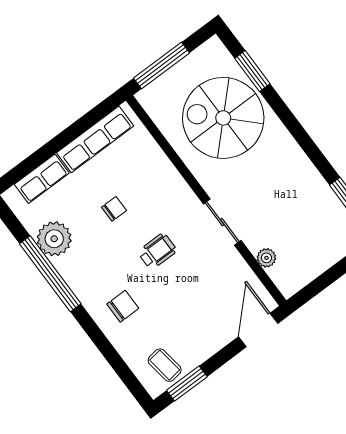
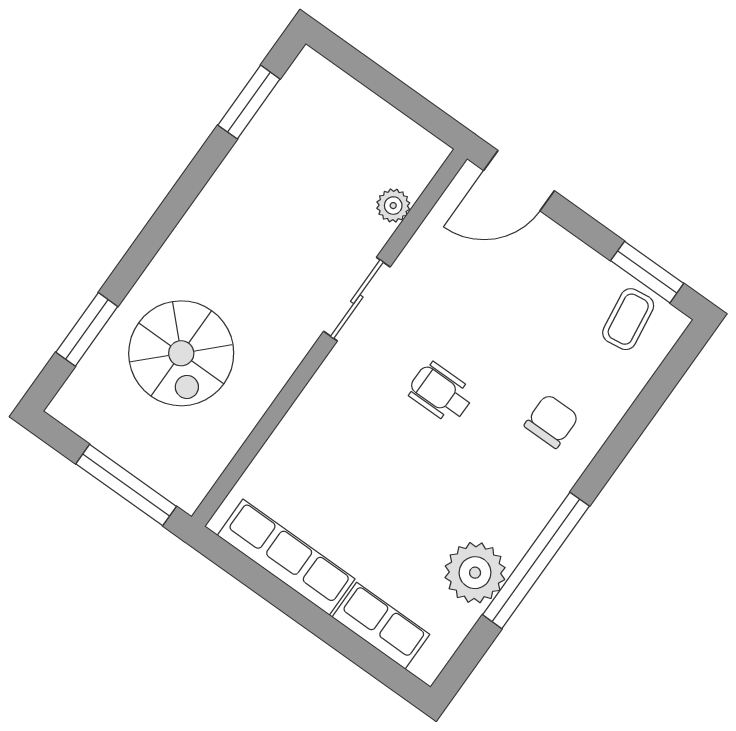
spiral stairs: (223, 118) -> (181, 353), width x0.73, depth x0.73
chair: (114, 209) -> (393, 488), removed
chair: (123, 306) -> (552, 421), turned 90

